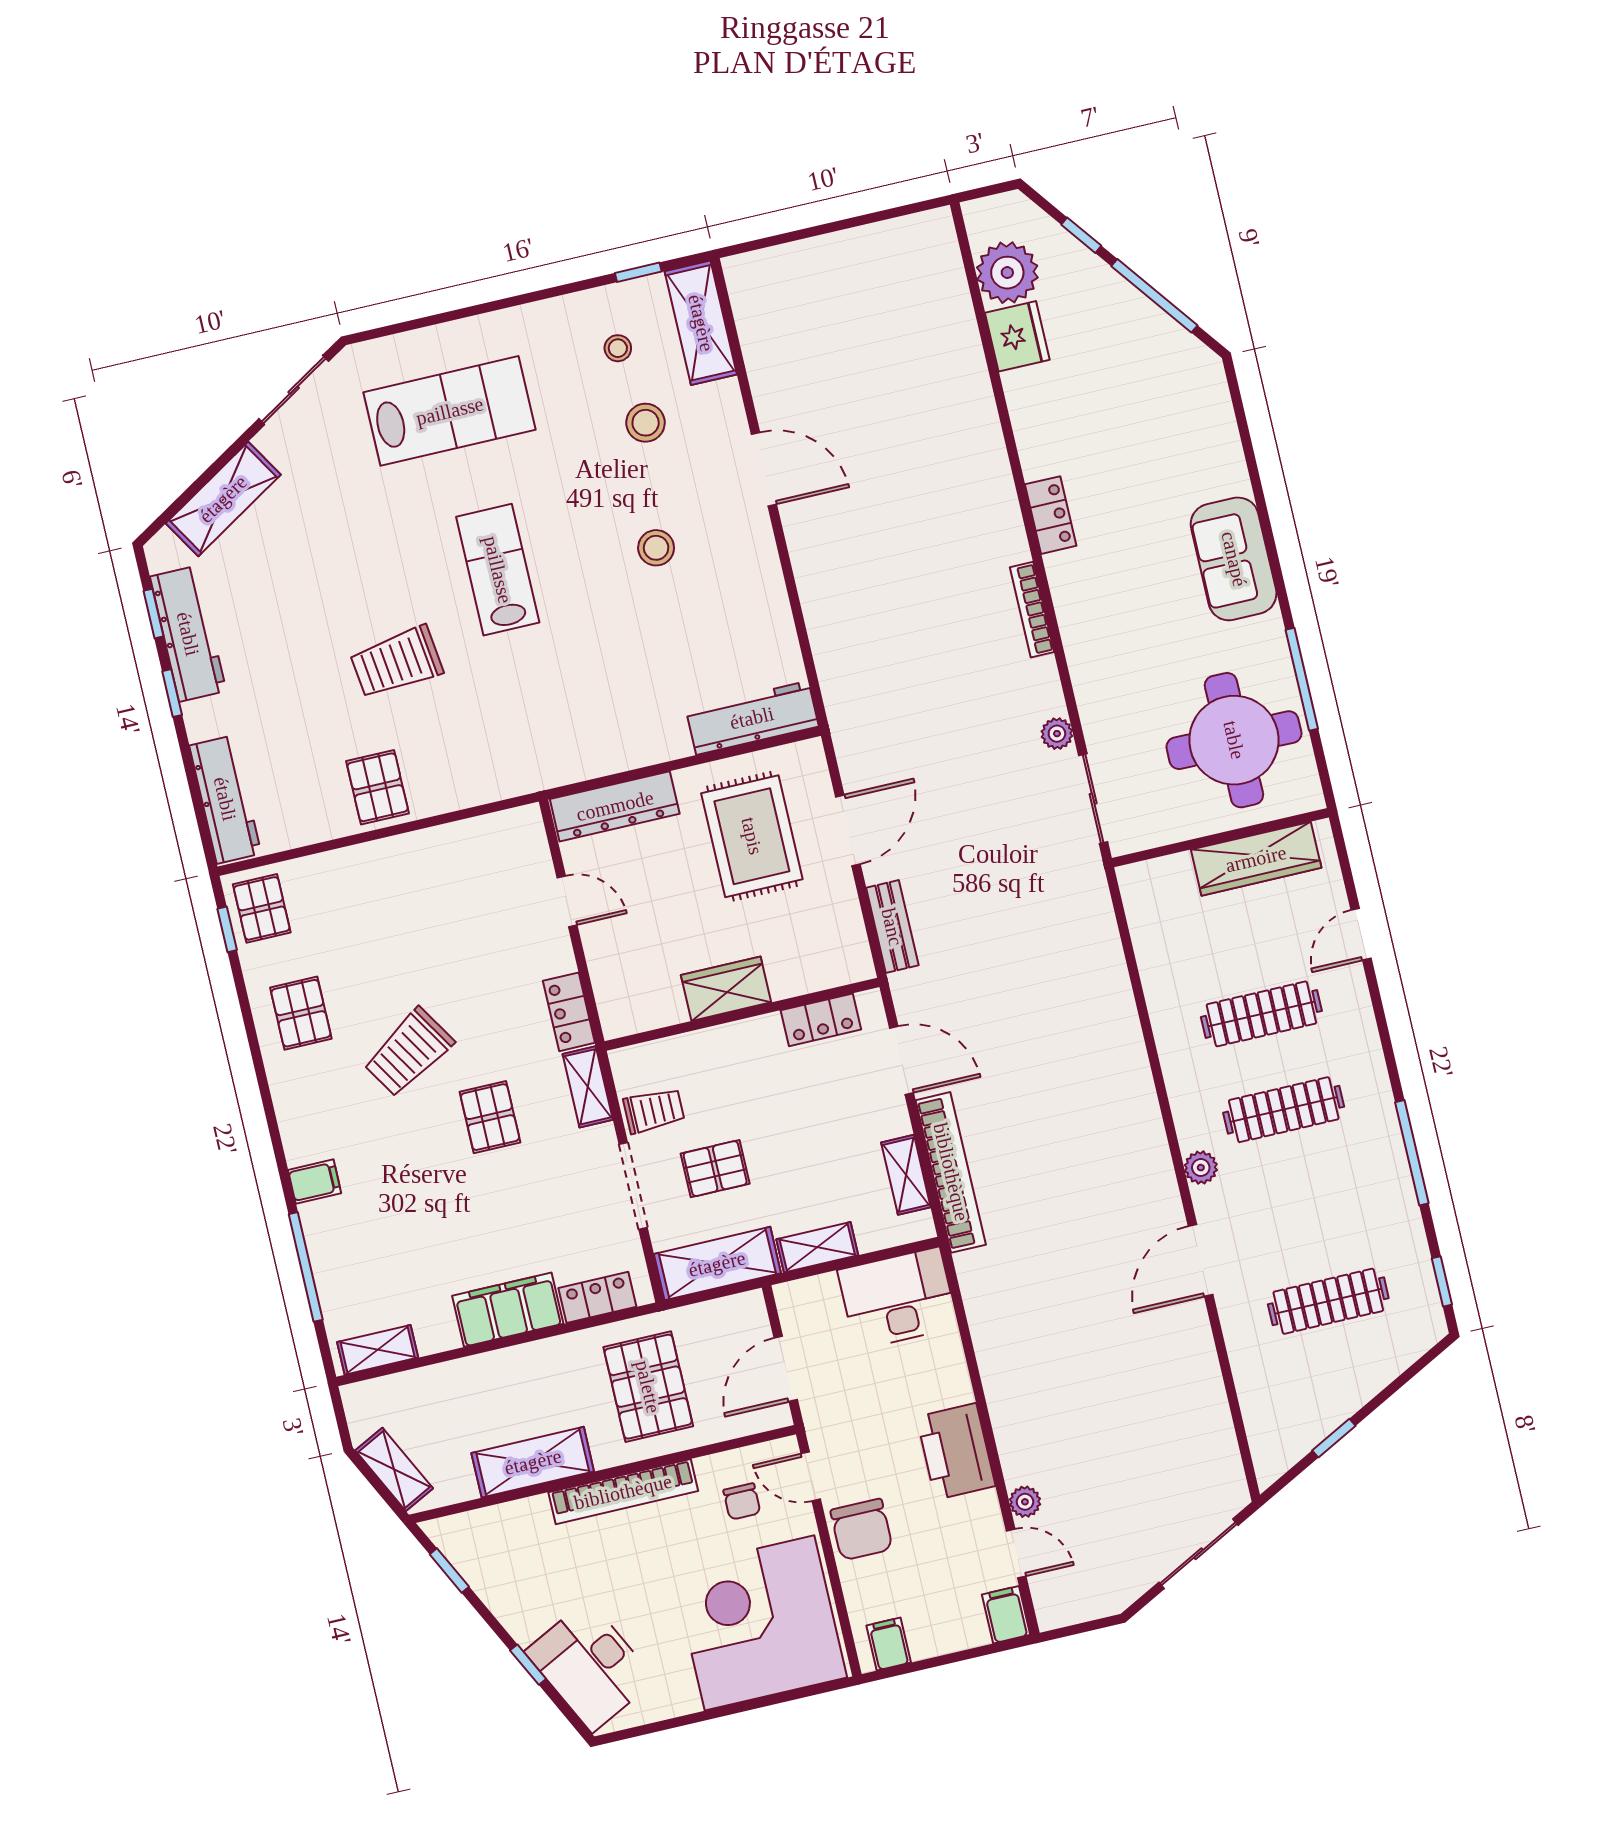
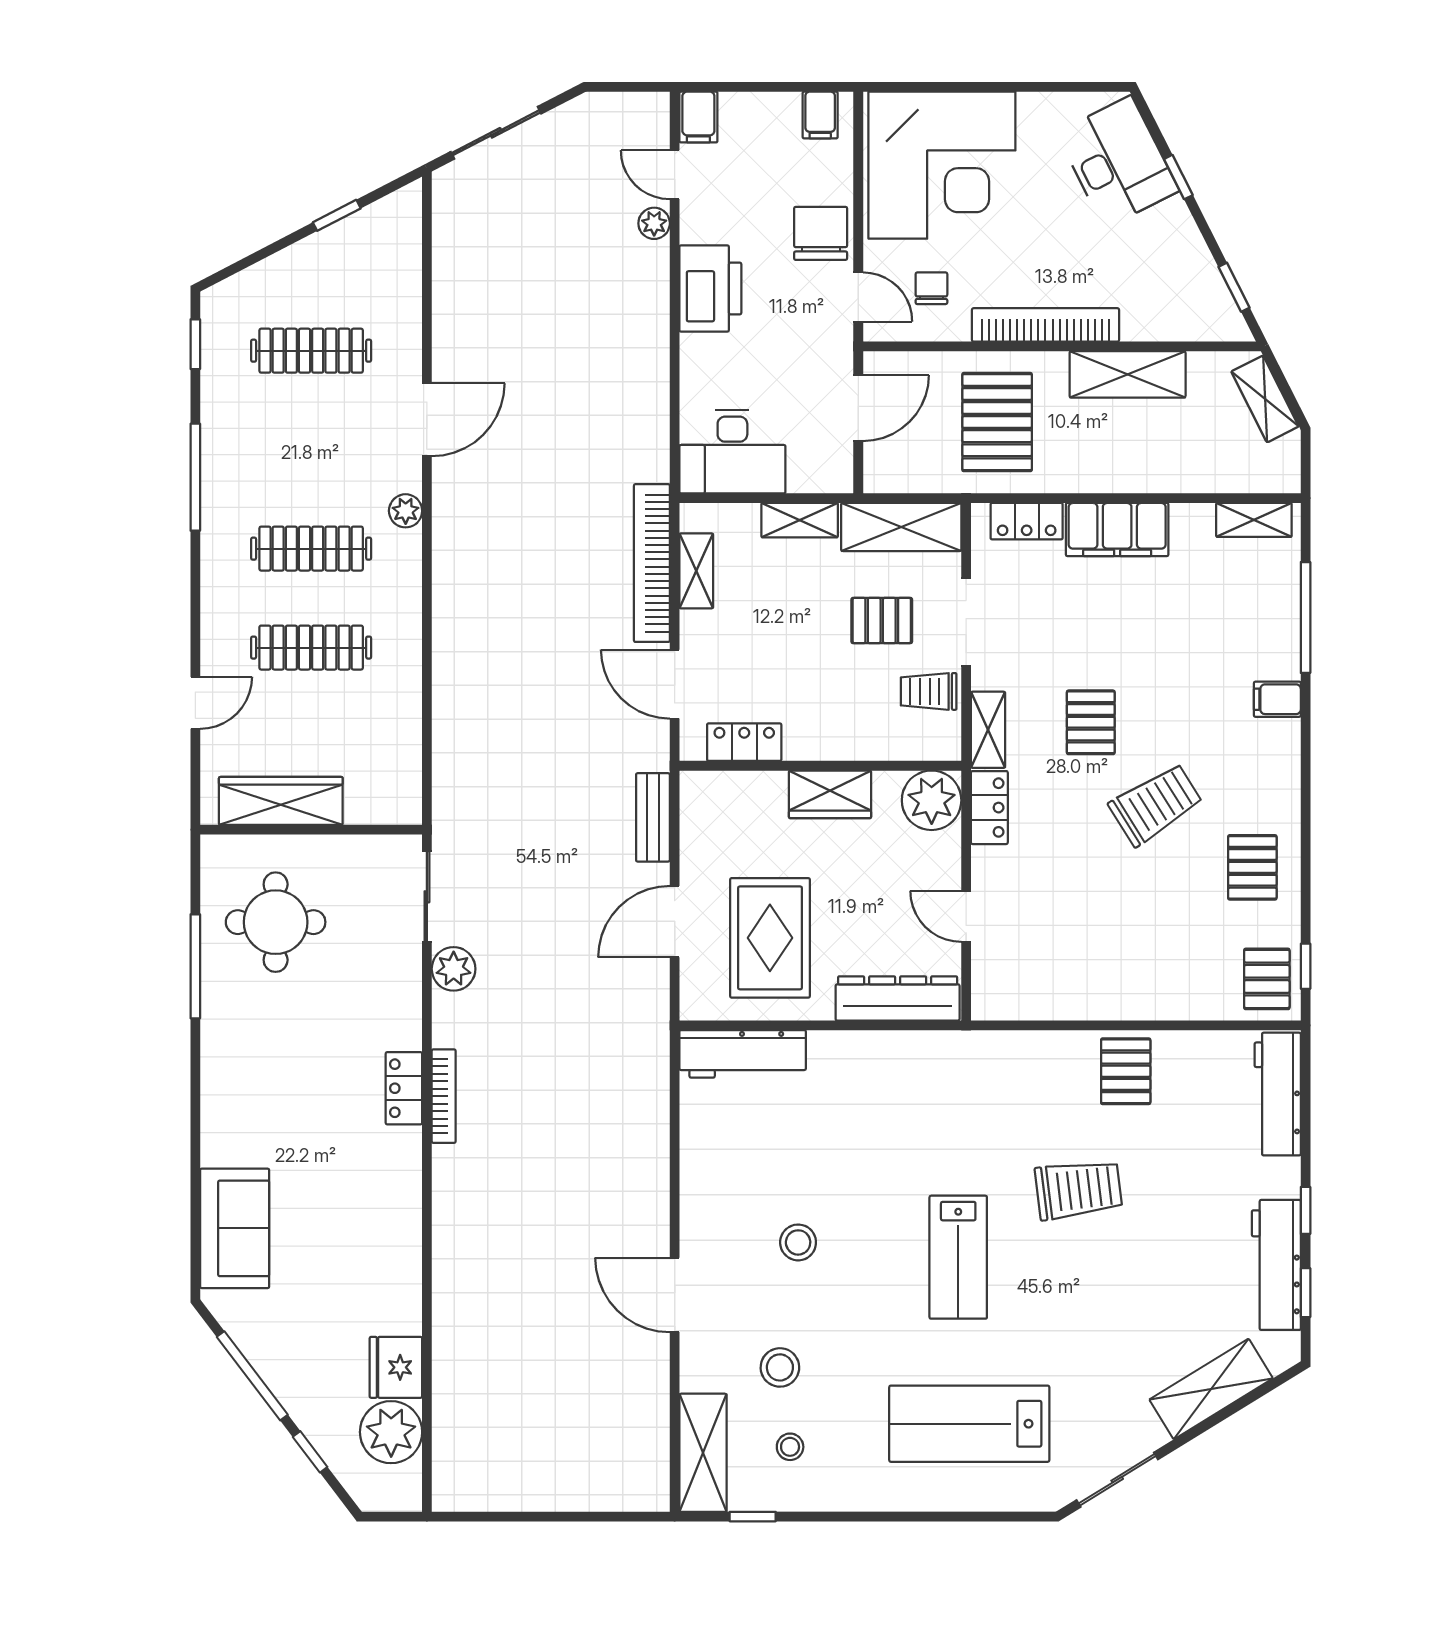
locker: (1051, 515) -> (404, 1088), moved
sofa: (1234, 559) -> (235, 1228), moved
plant: (1057, 734) -> (454, 969), width x1.38, depth x1.38
round table: (1234, 740) -> (276, 922), width x0.73, depth x0.73
plant: (626, 1006) -> (932, 800), added

